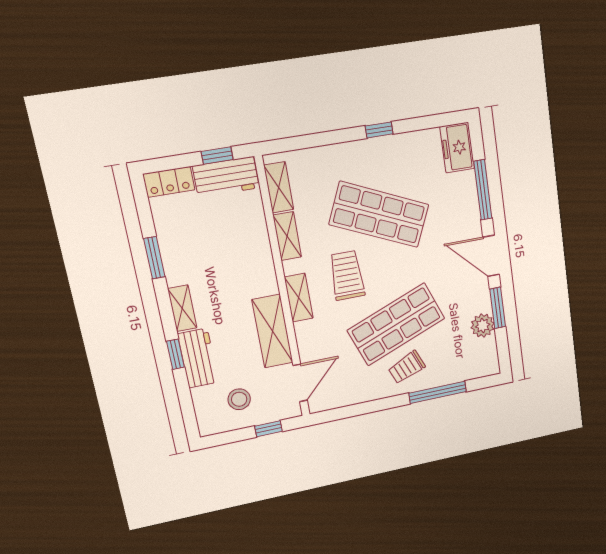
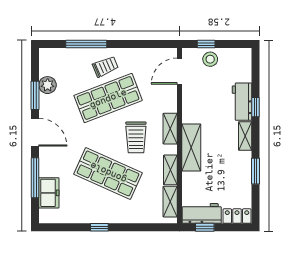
freezer: (457, 148) -> (49, 193), moved
shelving: (272, 331) -> (191, 147), moved
stool: (239, 399) -> (210, 59), moved

